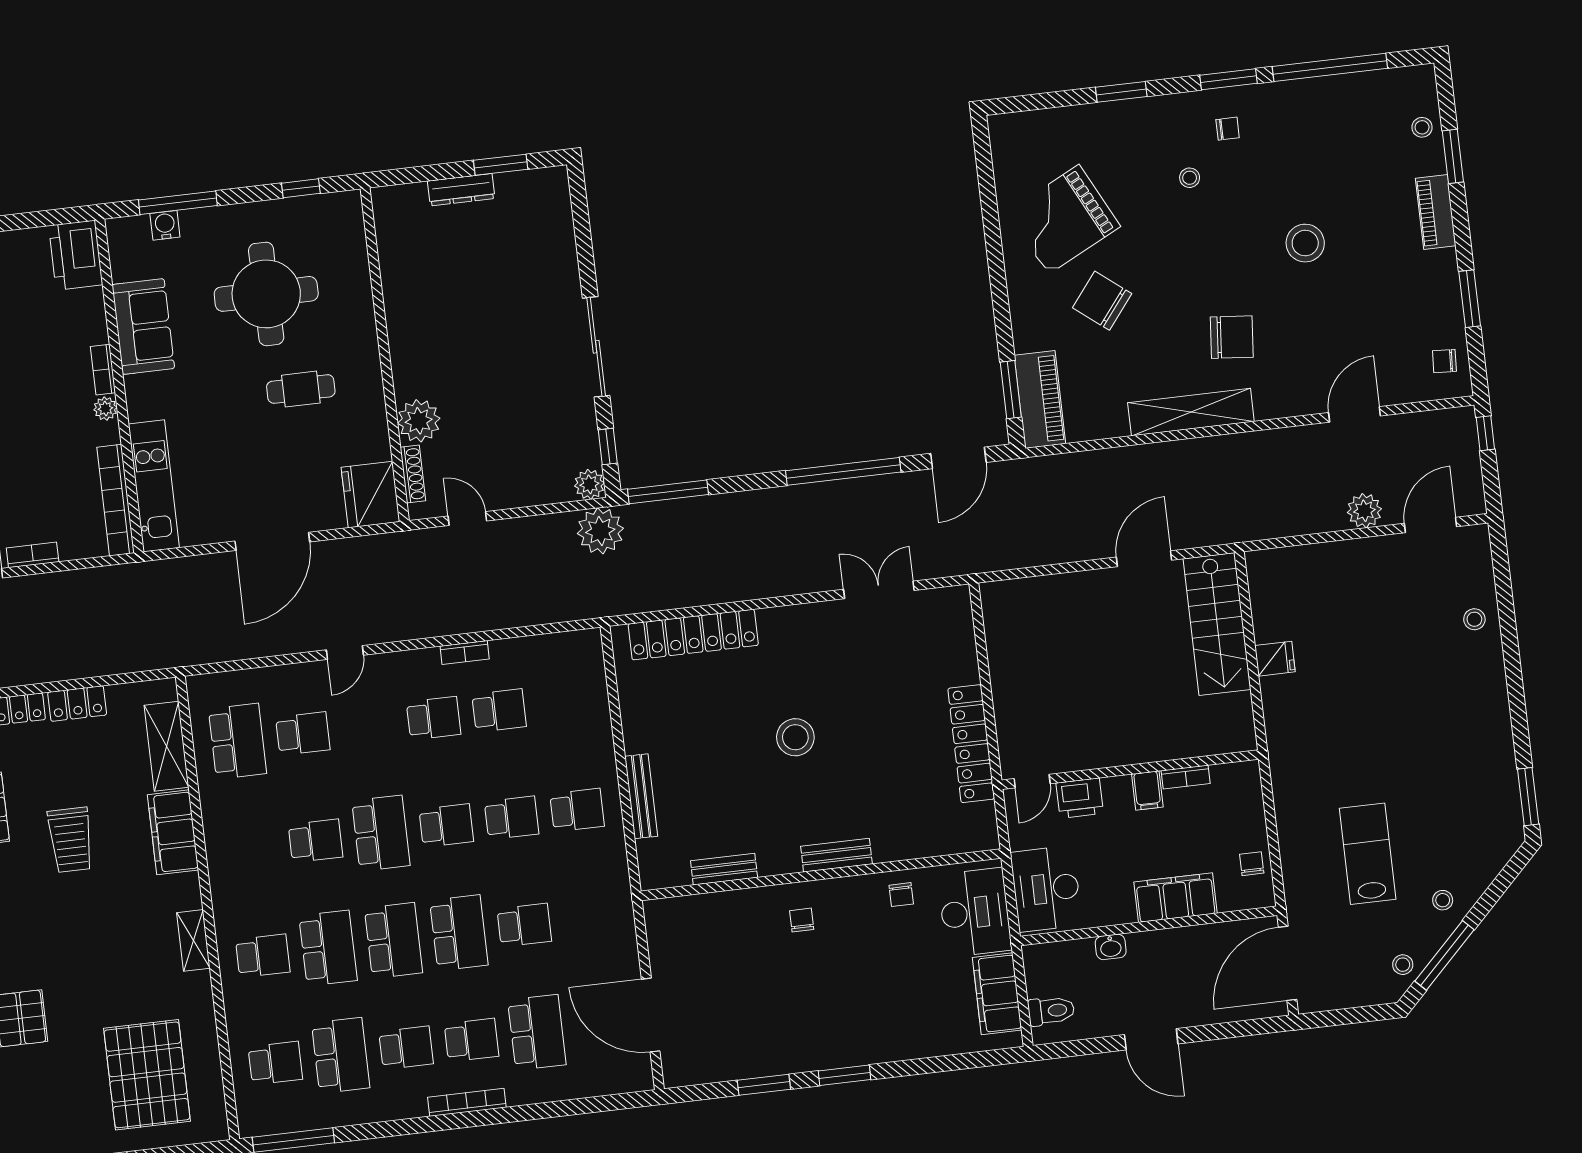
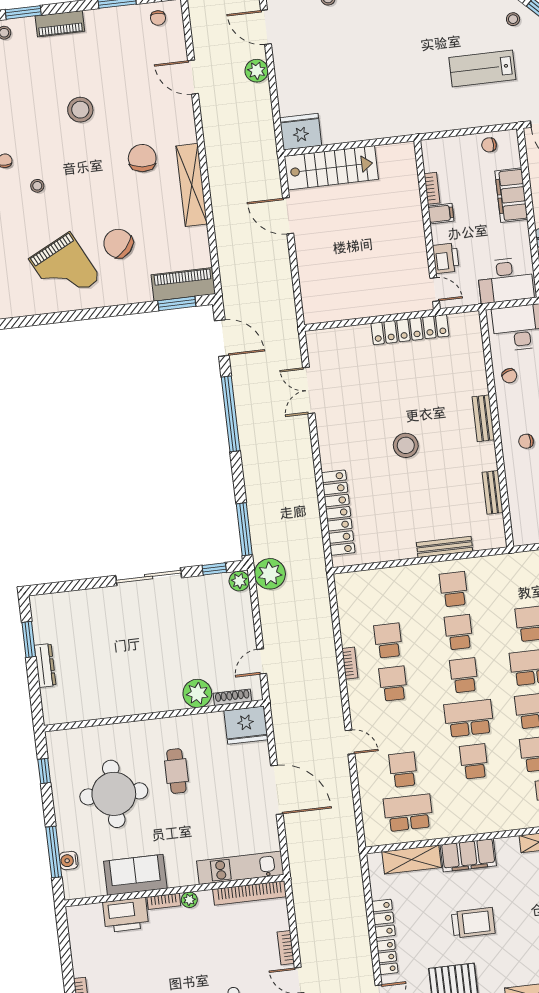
printer: (76, 255) -> (126, 915), moved
chair: (1102, 301) -> (118, 243), turned 94
fridge: (1275, 659) -> (301, 132), moved, width x1.88, depth x1.34
chair: (901, 895) -> (509, 376), turned 70

